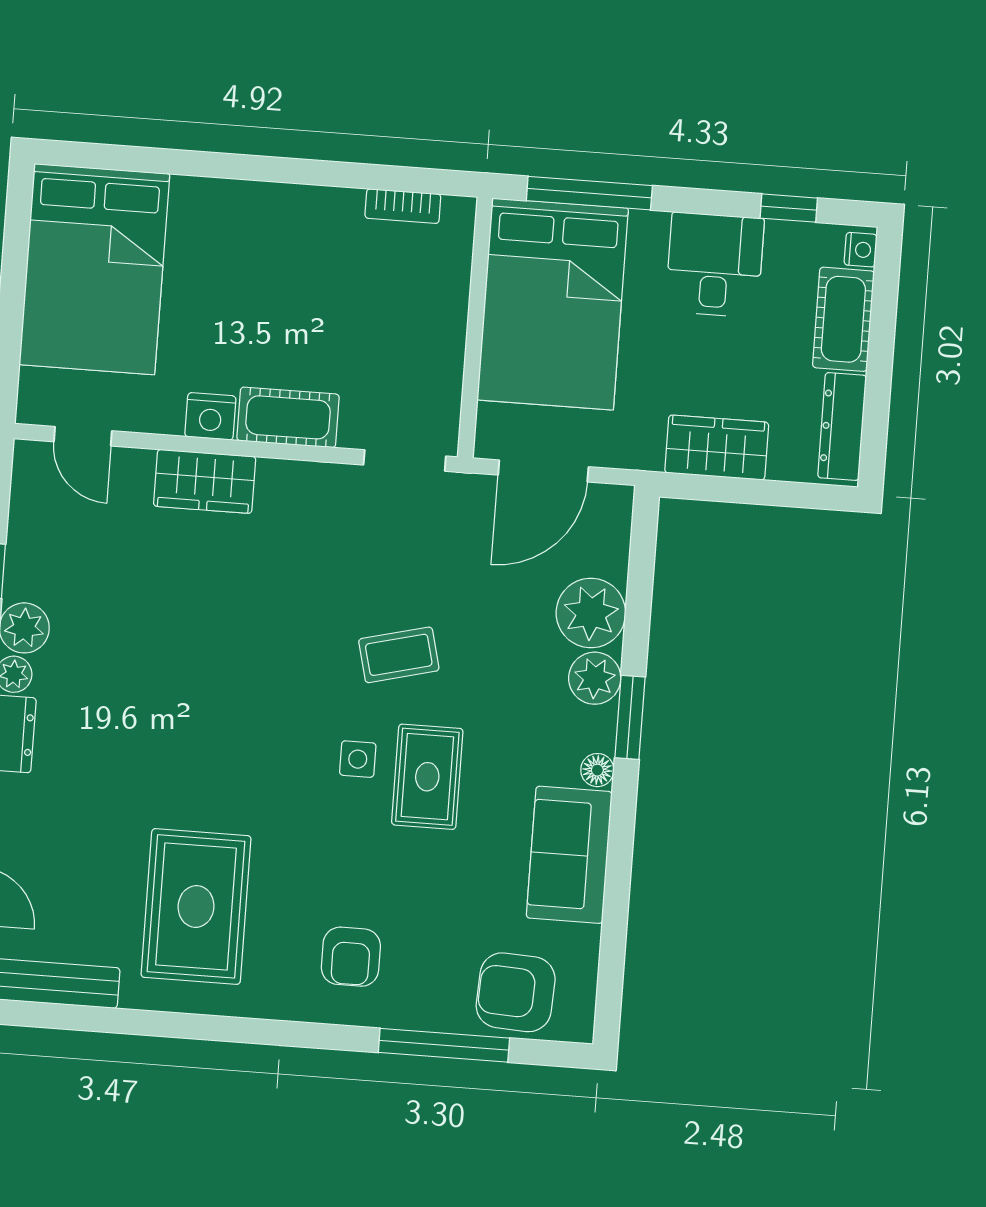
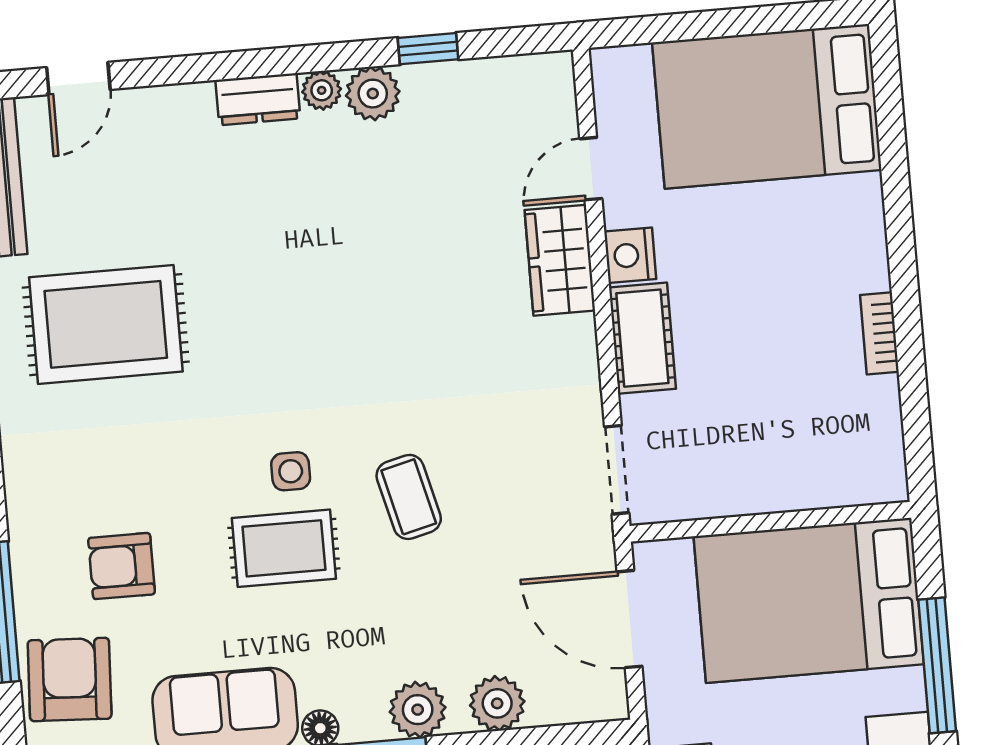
window: (589, 193) -> (937, 665), moved
bookcase: (403, 206) -> (879, 333), moved
door: (83, 436) -> (591, 169), moved
plant: (591, 613) -> (497, 703), width x0.73, depth x0.73
armchair: (351, 957) -> (122, 566), moved

